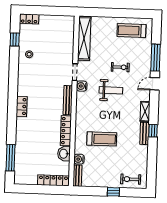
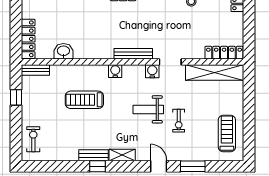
window: (156, 58) -> (193, 166), width x0.69
weight bench: (111, 90) -> (148, 109), turned 90
locker: (66, 131) -> (224, 53), moved
treadmill: (102, 139) -> (84, 100), turned 90
water cooler: (79, 159) -> (115, 71), moved
window: (113, 192) -> (16, 97), moved

